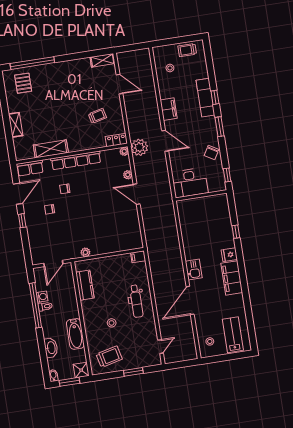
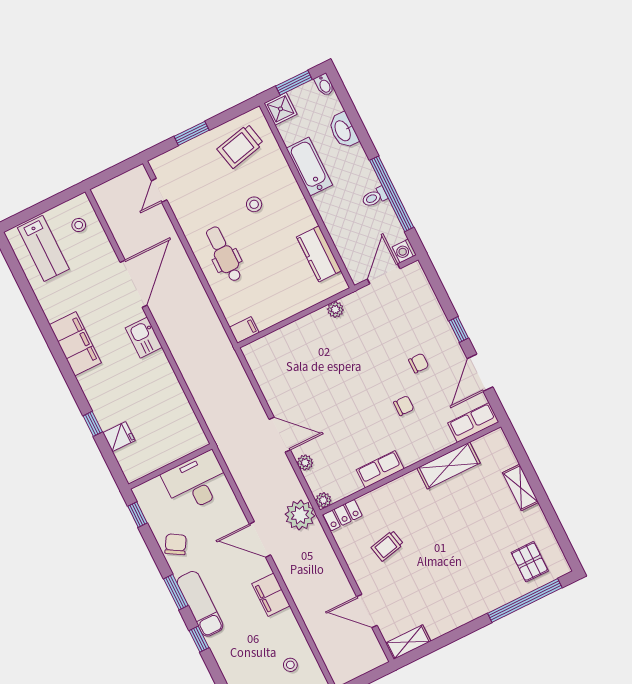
exam couch: (205, 98) -> (200, 604), moved
row of seats: (76, 160) -> (380, 469), width x0.50
fridge: (229, 255) -> (119, 437), moved
washing machine: (42, 297) -> (404, 251), moved

